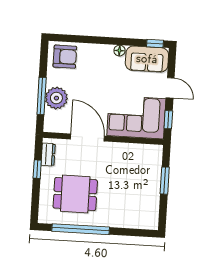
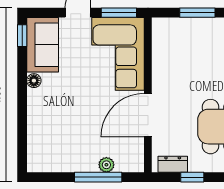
armchair: (65, 57) -> (46, 150), removed
plant: (56, 98) -> (106, 165), width x0.53, depth x0.53
window: (168, 120) -> (119, 13), width x1.50

